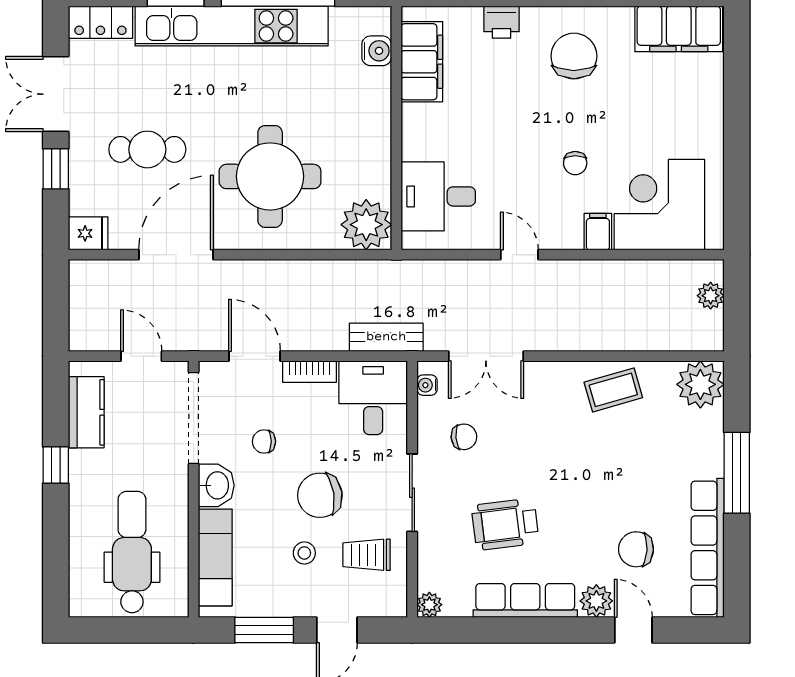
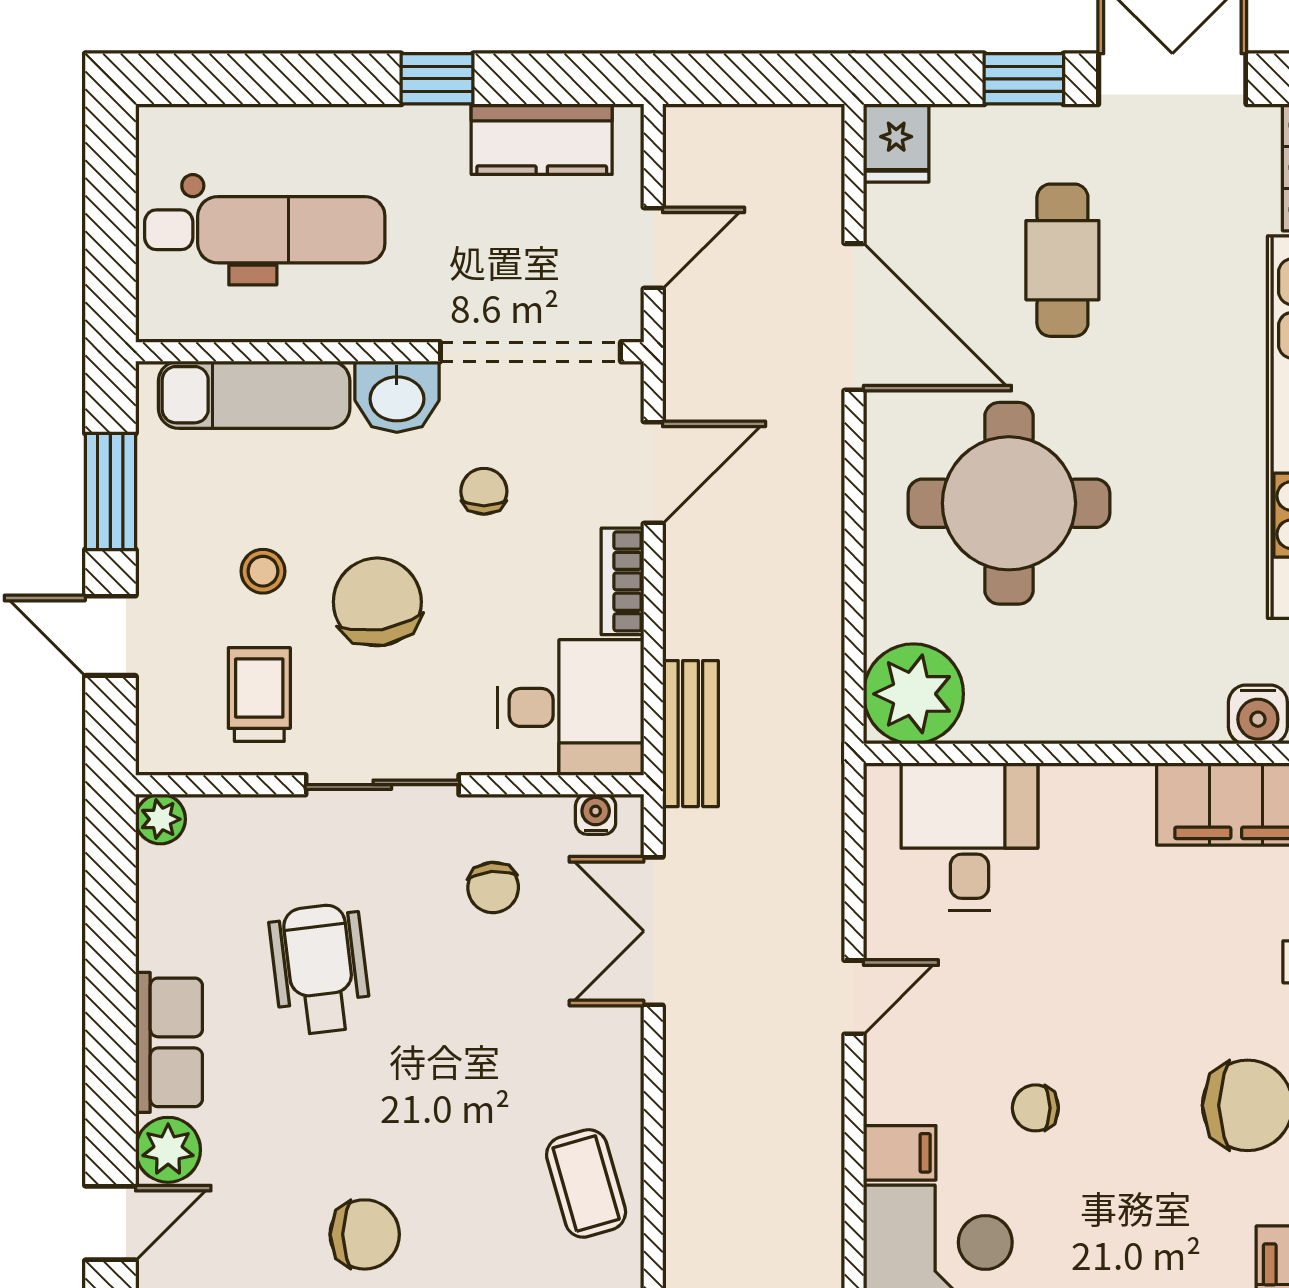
chair: (636, 549) -> (365, 1234), moved, turned 87
row of seats: (525, 600) -> (169, 1042), width x0.68

